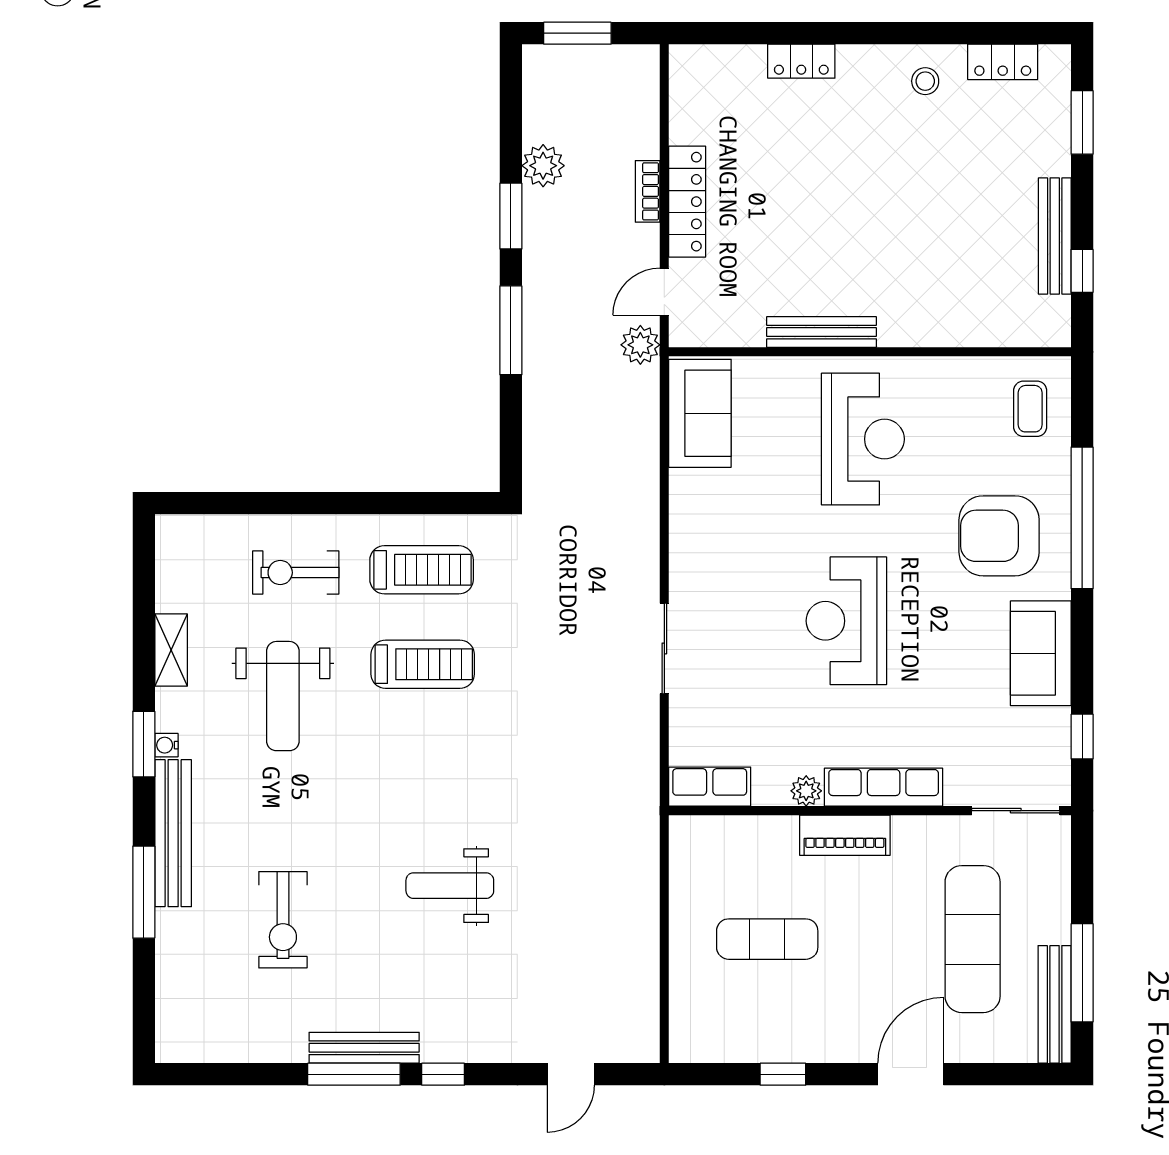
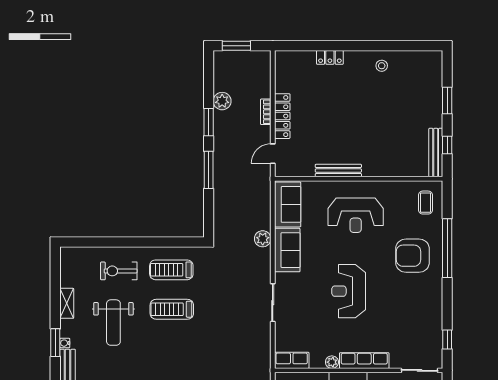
locker: (1003, 62) -> (414, 58), removed
window: (1082, 122) -> (447, 100), moved
bench: (1055, 236) -> (436, 152), moved
plant: (640, 345) -> (263, 239), moved
reception desk: (863, 439) -> (356, 215), turned 90
treadmill: (422, 570) -> (171, 270), turned 180
sofa: (1041, 653) -> (287, 250), moved, turned 180
treadmill: (423, 664) -> (172, 309), turned 180

